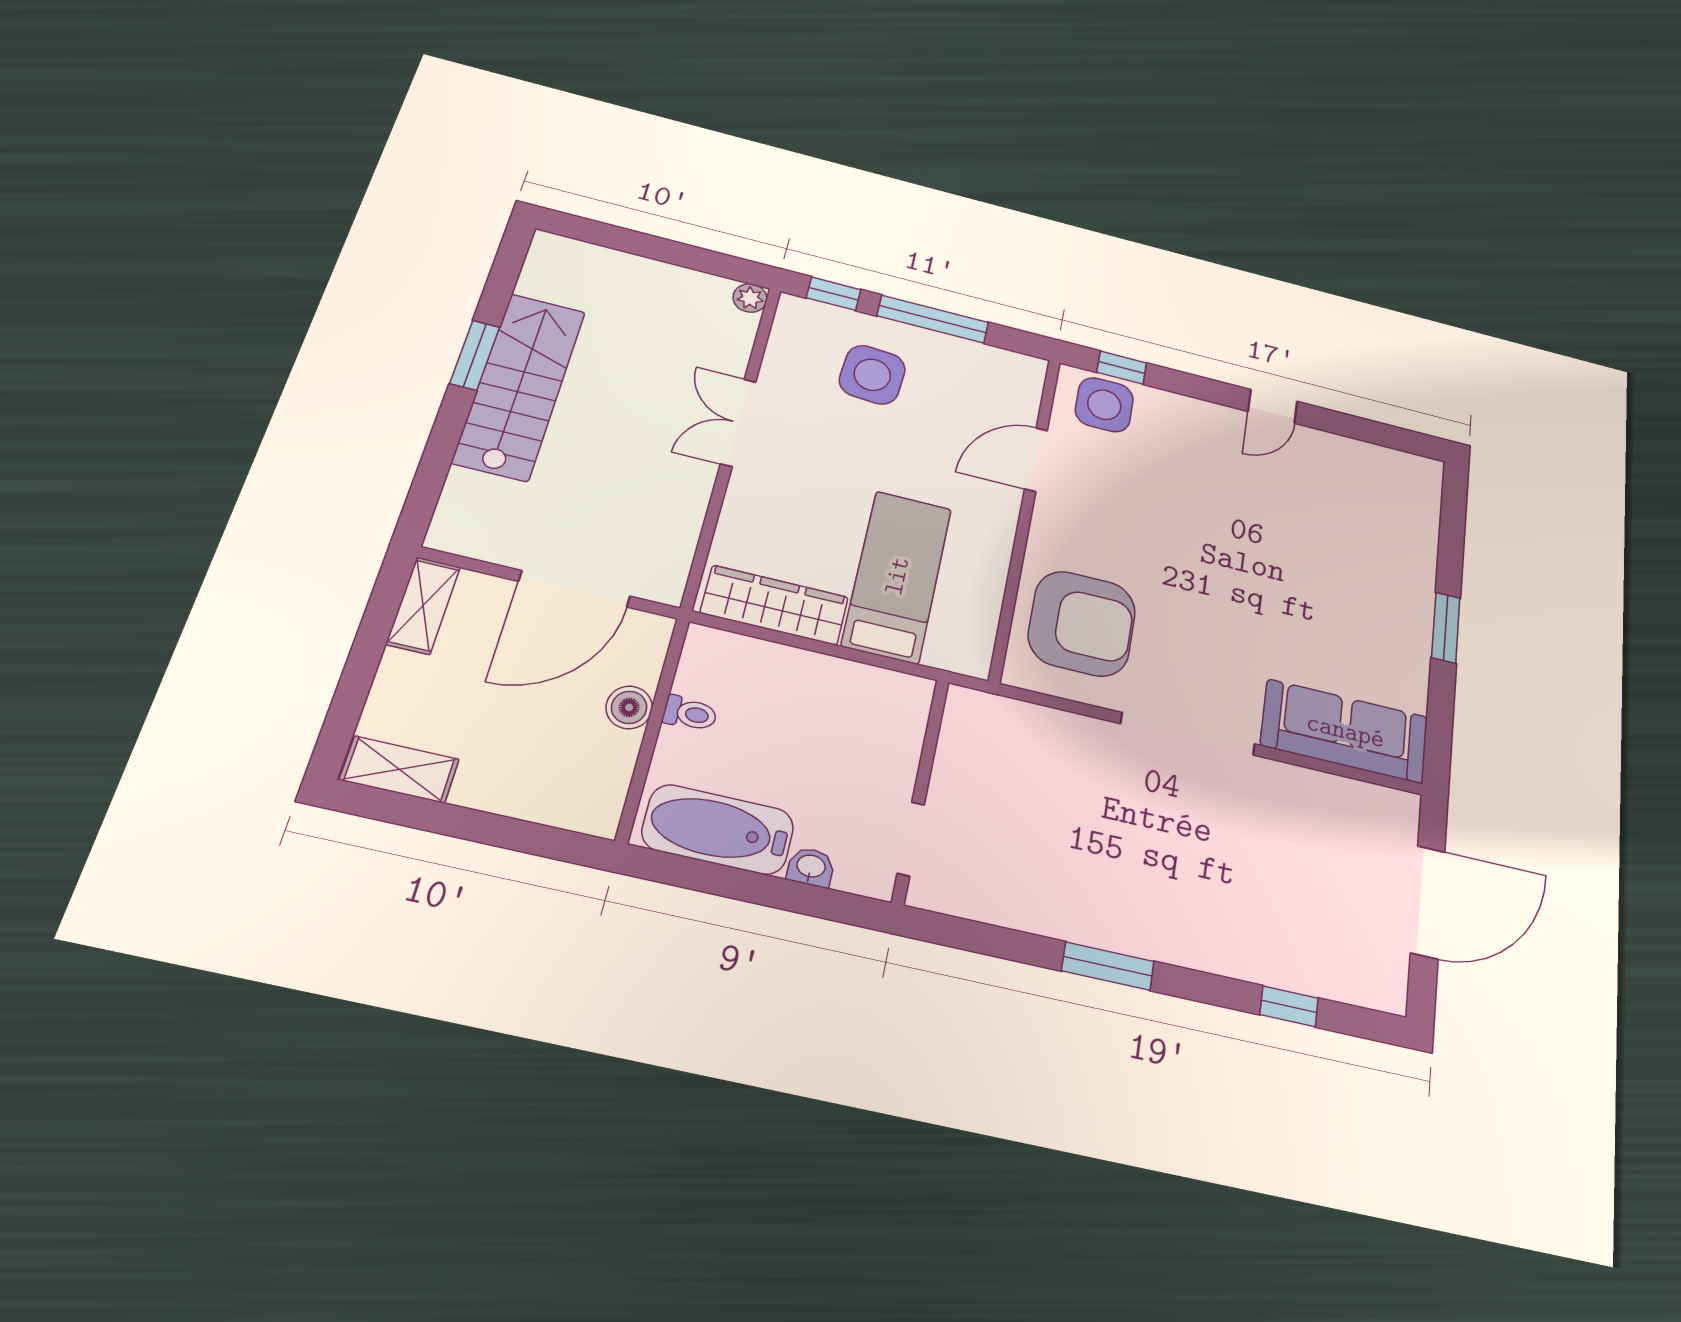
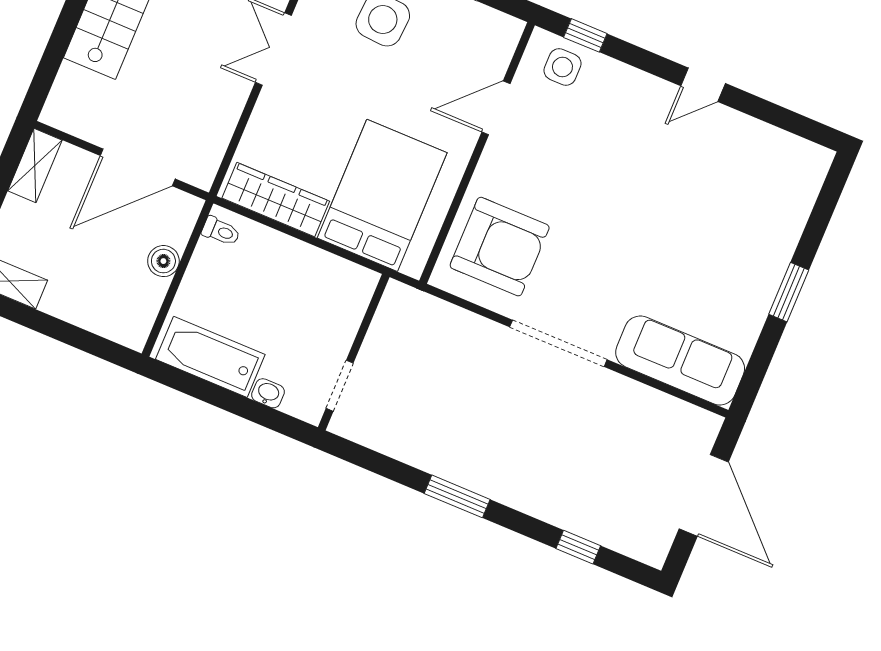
side table: (1104, 405) -> (562, 67), width x0.73, depth x0.73
bed: (897, 576) -> (382, 195), width x1.50
toilet: (690, 714) -> (221, 231), moved
door: (1428, 902) -> (704, 495), hinge flipped

